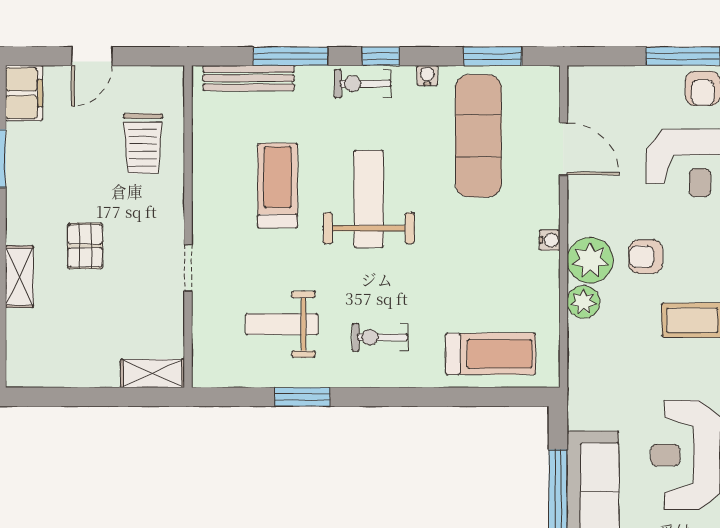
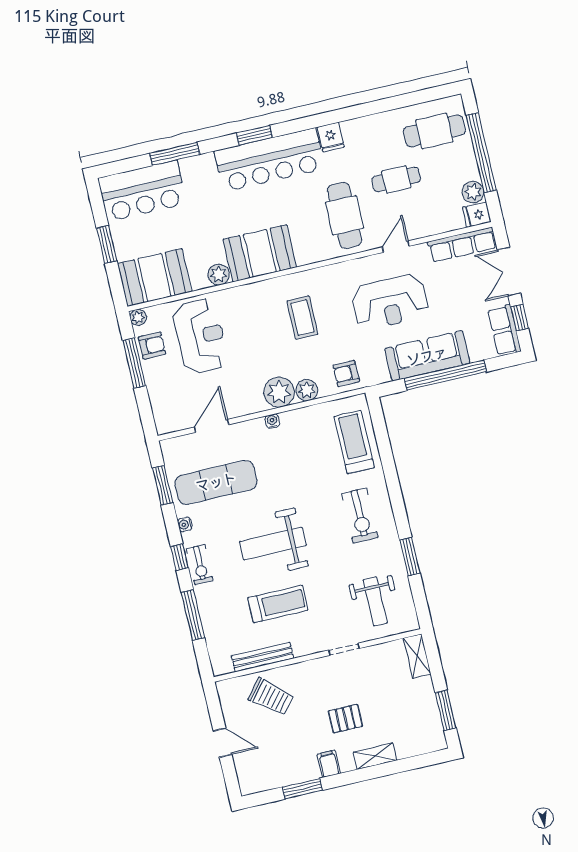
bench: (248, 78) -> (262, 657), moved, turned 90
filing cabinet: (24, 93) -> (329, 764), moved, width x0.50
trolley: (143, 143) -> (271, 697), turned 39
treadmill: (278, 186) -> (278, 604), turned 180
armchair: (646, 257) -> (346, 373), moved, turned 90
weight bench: (282, 324) -> (375, 601), moved
exercise bike: (380, 337) -> (360, 516), width x1.38, depth x1.39
window: (63, 397) -> (446, 710), added

